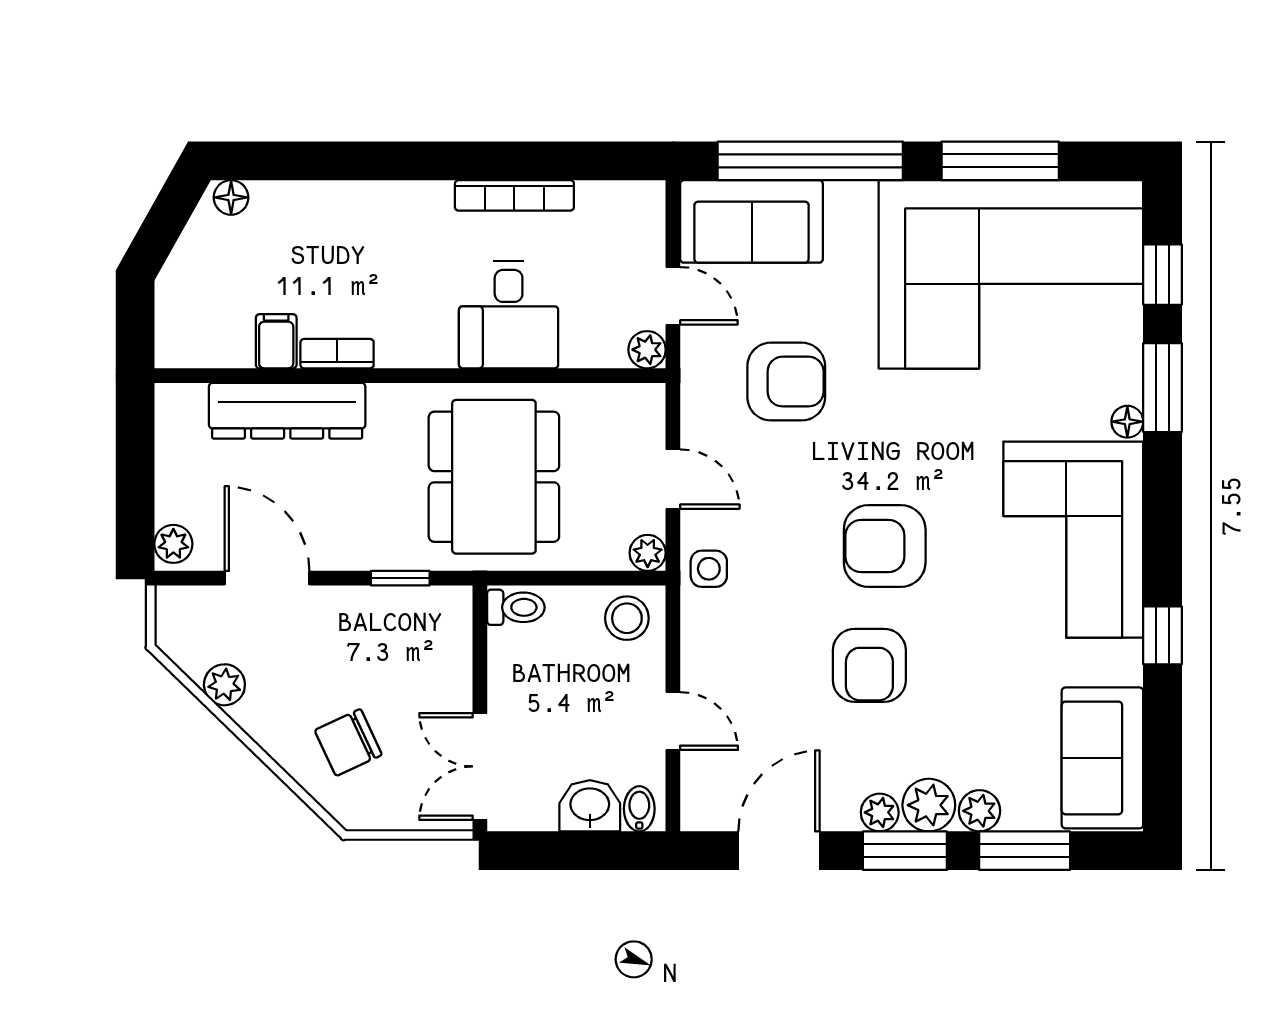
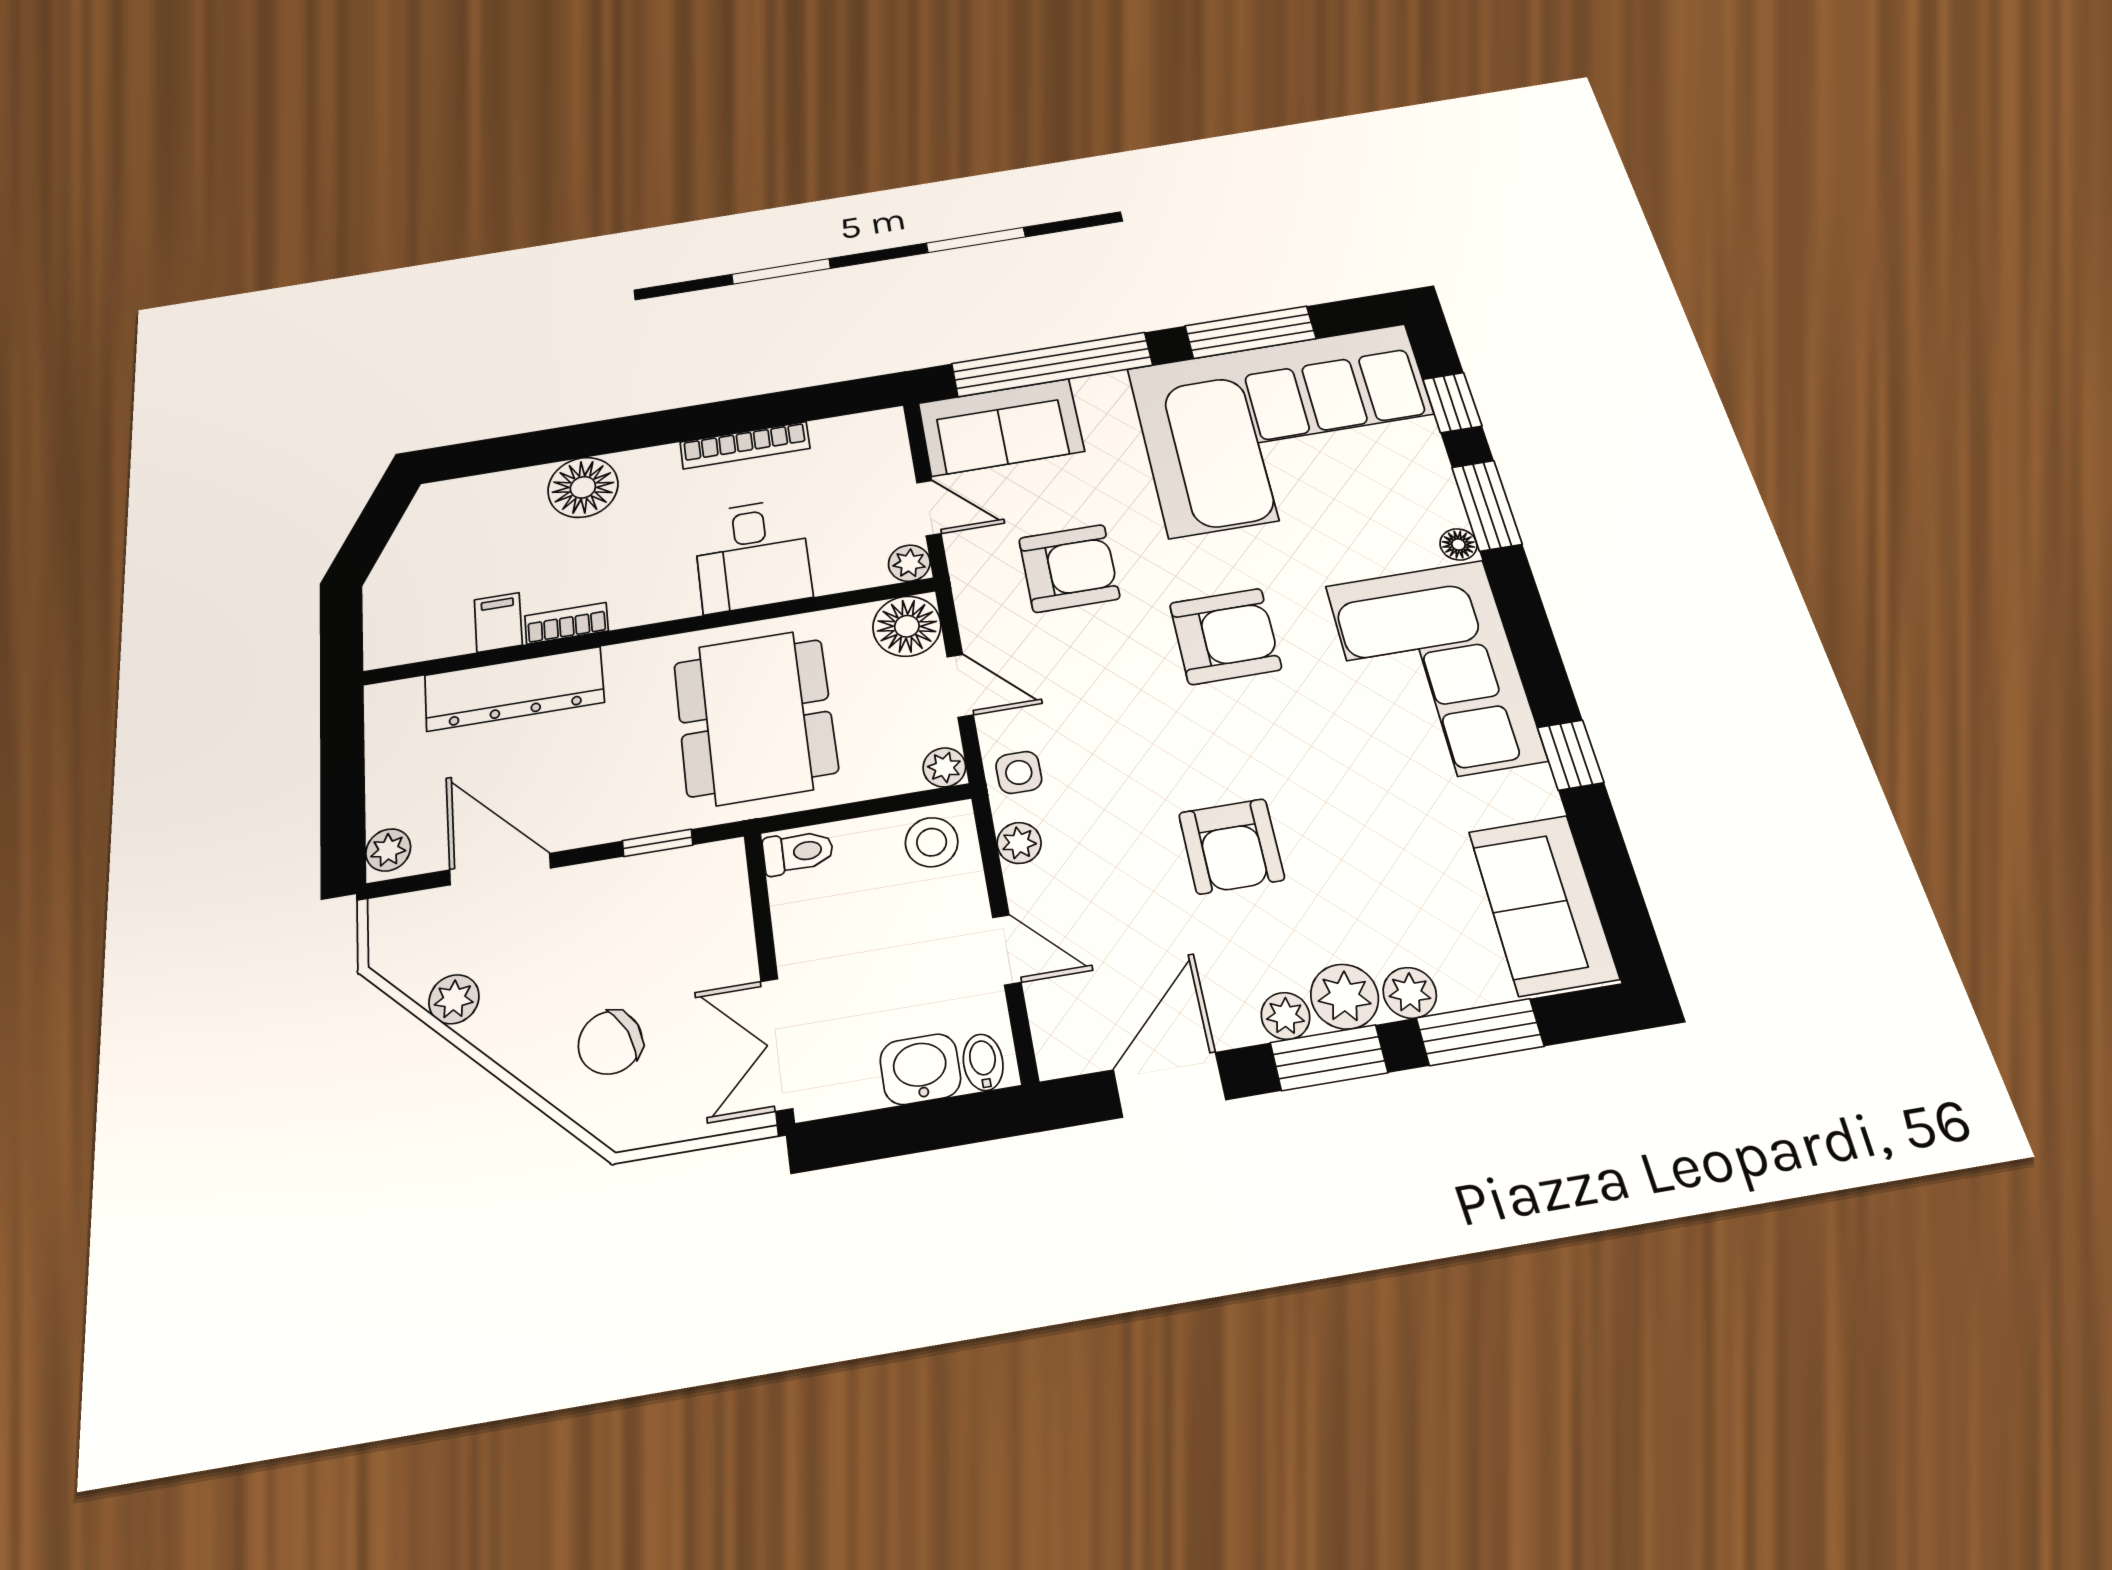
floor lamp: (231, 197) -> (583, 487), moved, width x1.89, depth x1.89
floor lamp: (636, 413) -> (907, 626), added
armchair: (885, 546) -> (1225, 636), moved, turned 180
plant: (698, 632) -> (1019, 843), added

